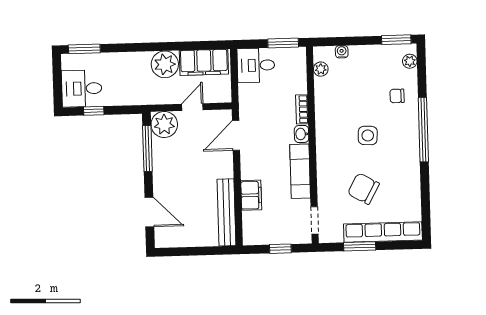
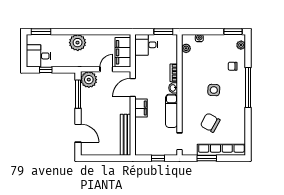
filing cabinet: (204, 62) -> (123, 52), moved, turned 90
plant: (165, 64) -> (78, 43), moved
filing cabinet: (251, 195) -> (141, 108), moved

